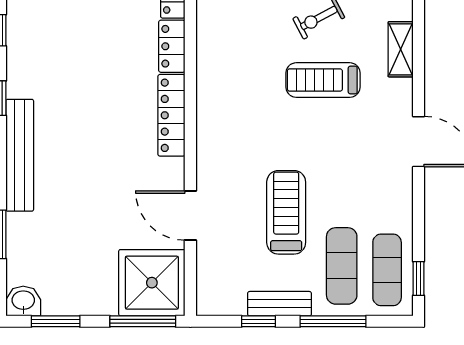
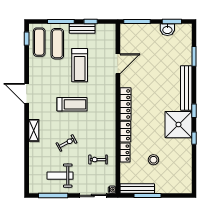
treadmill: (323, 80) -> (72, 104), moved
door: (190, 216) -> (118, 64), hinge flipped
shower: (152, 283) -> (179, 125), moved
washbasin: (23, 301) -> (167, 30), moved

